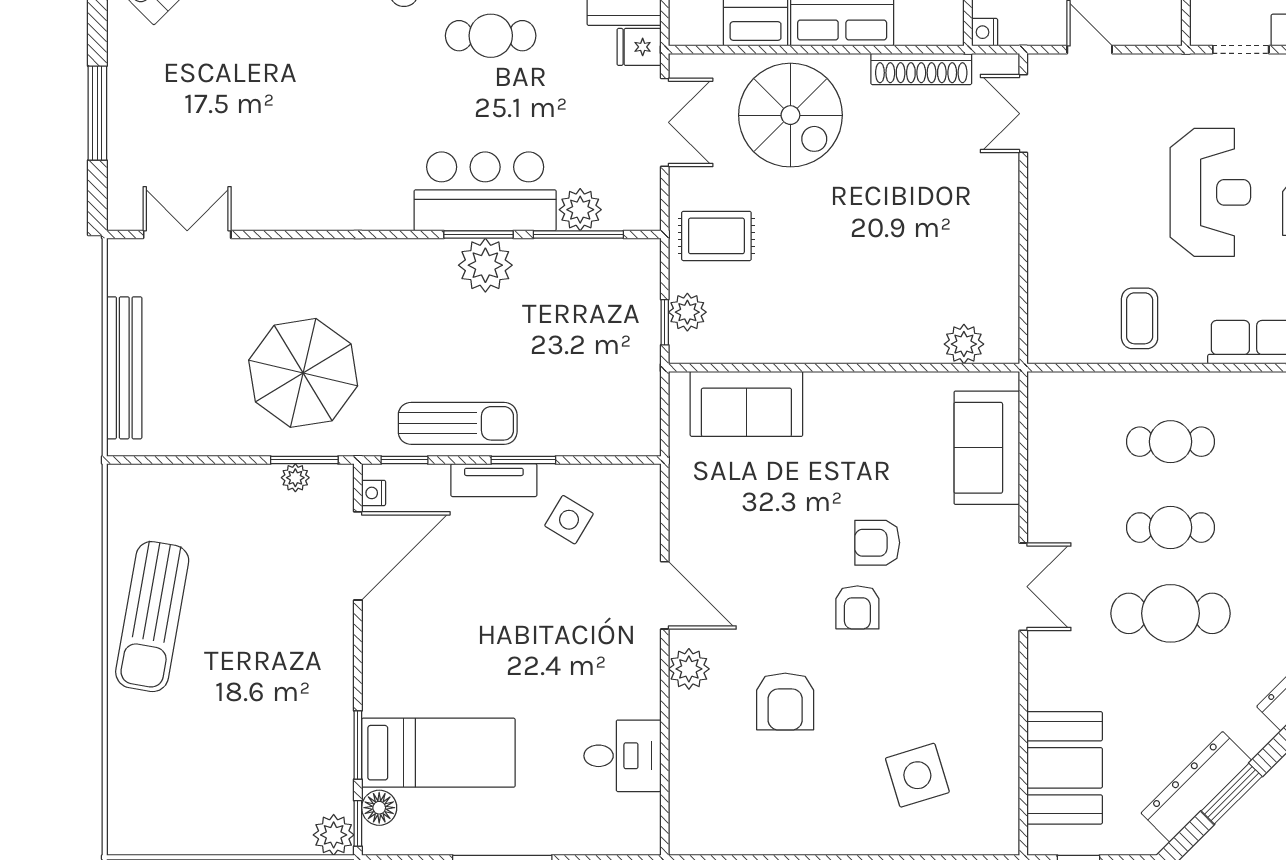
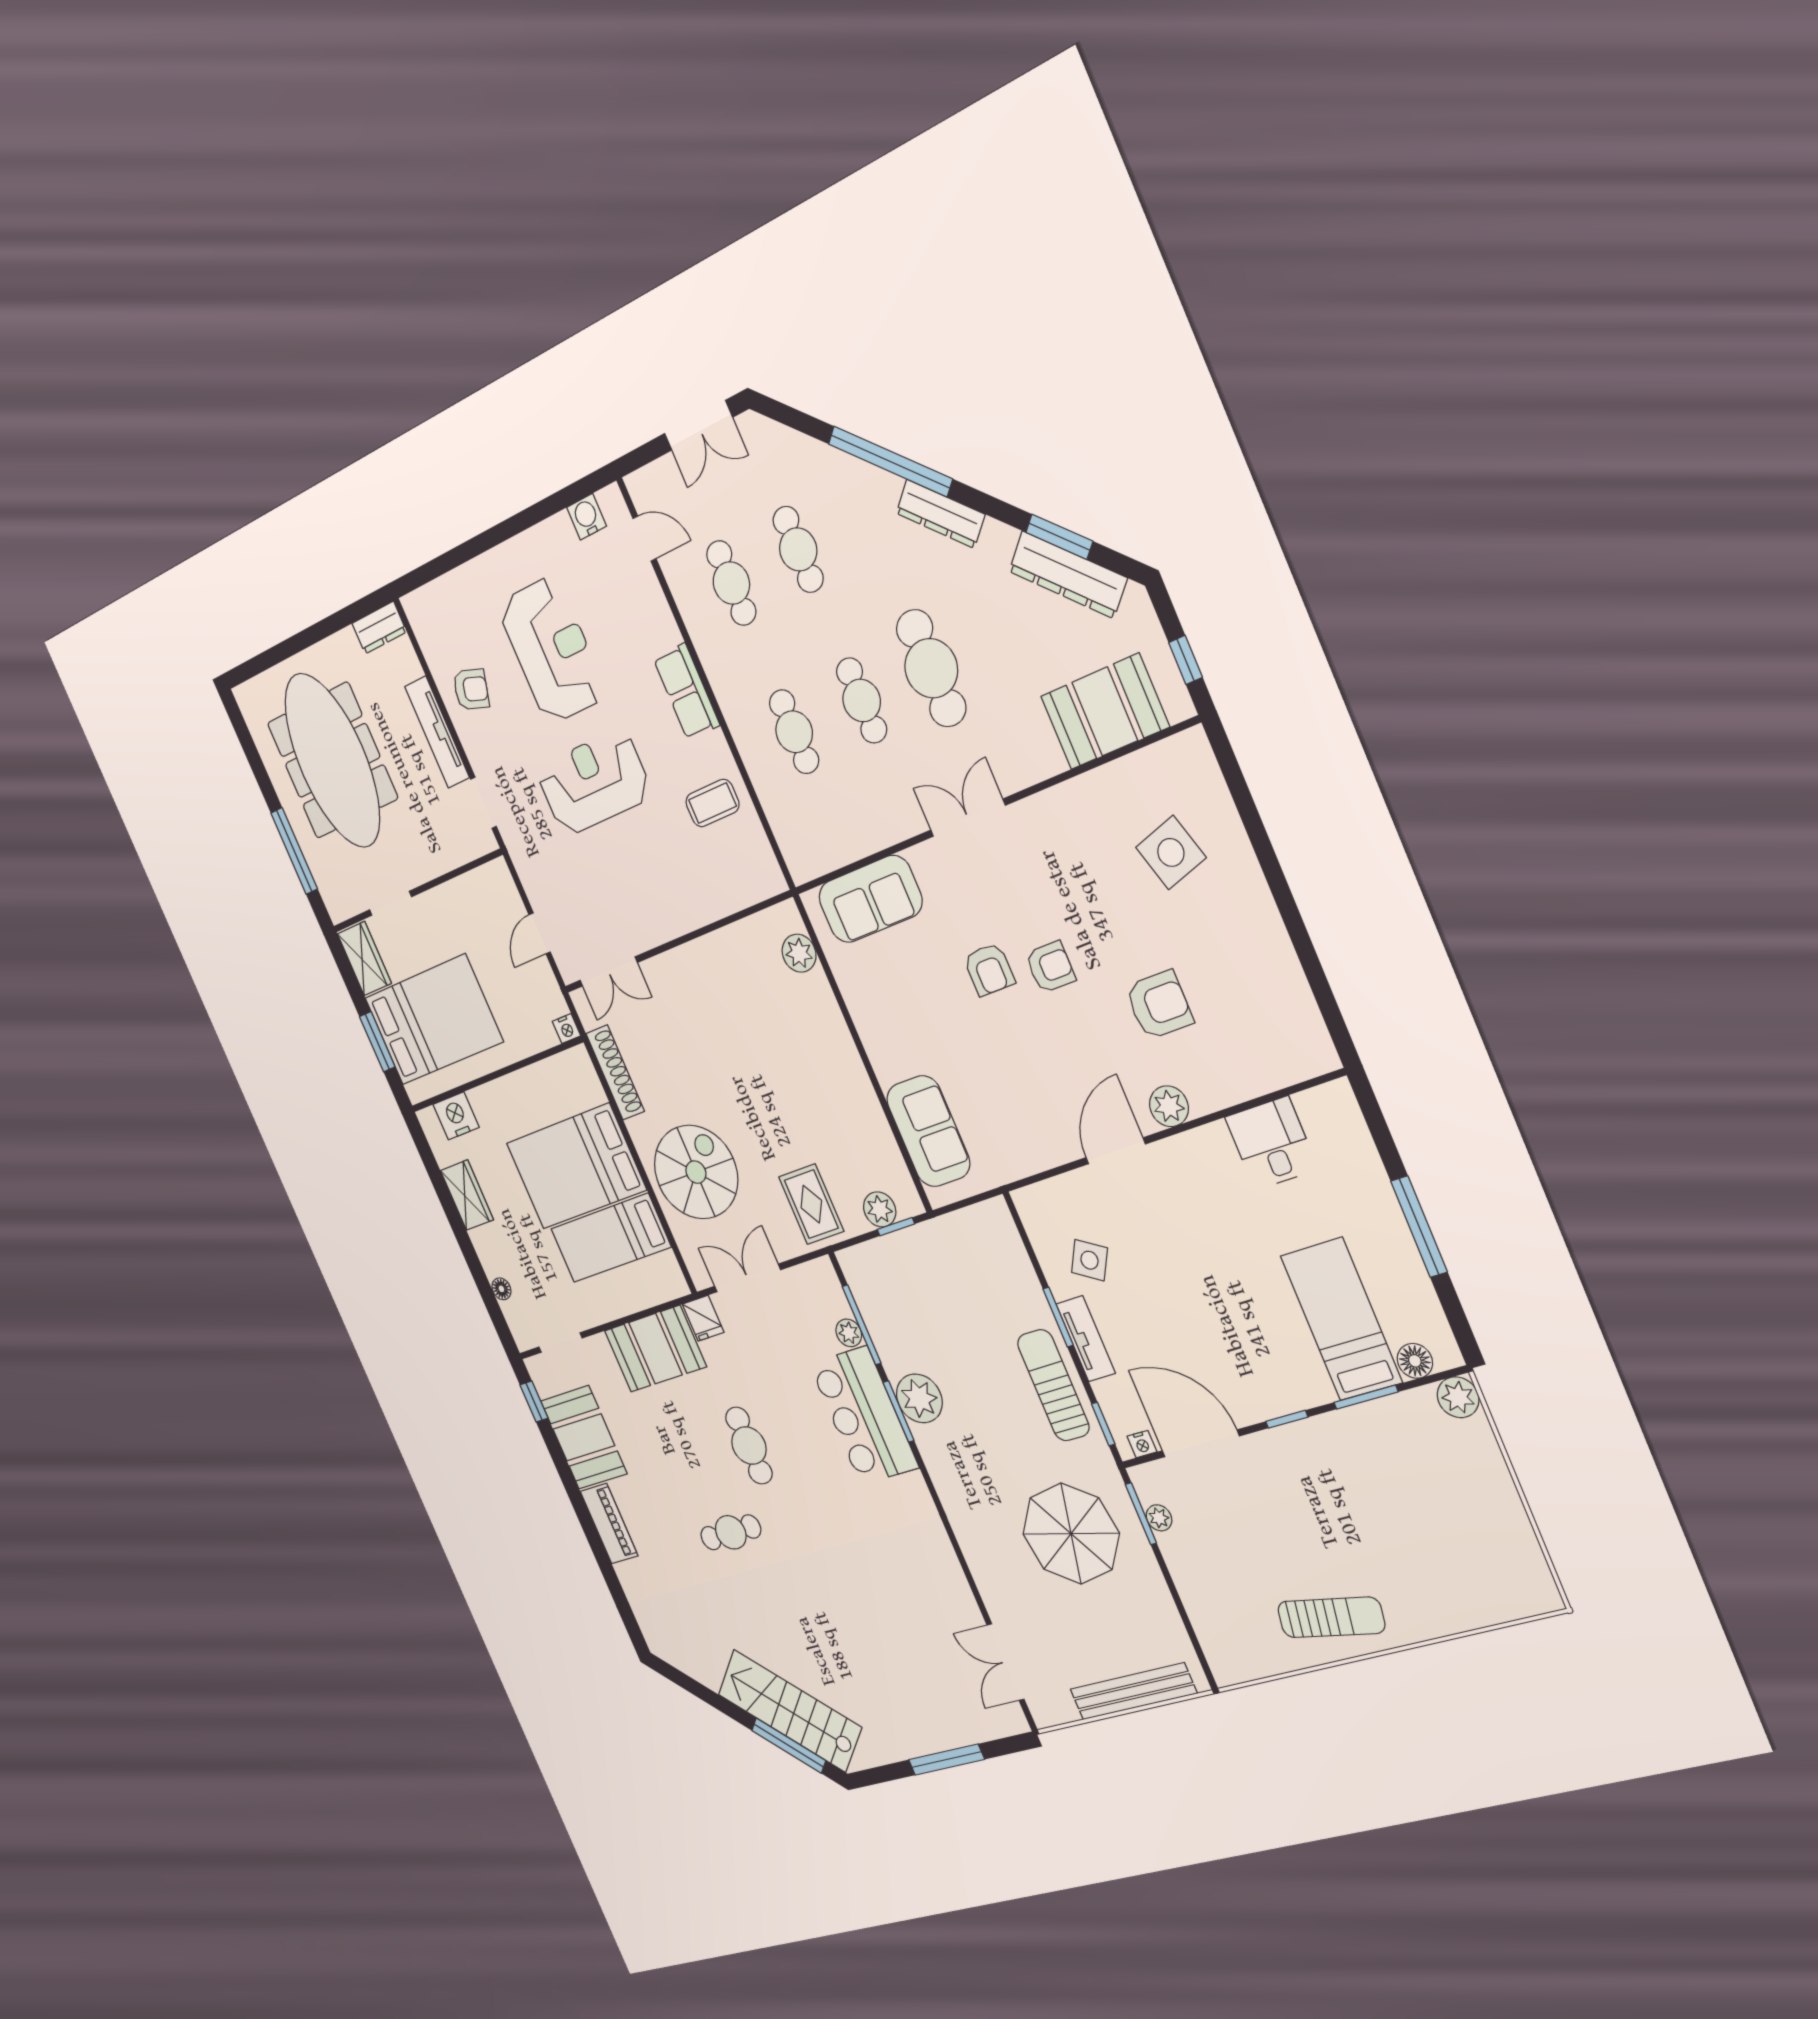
plant: (580, 210) -> (849, 1333), width x0.73, depth x0.73
sun lounger: (152, 617) -> (1331, 1617), width x0.73, depth x0.75
window: (358, 823) -> (1287, 1419), moved

